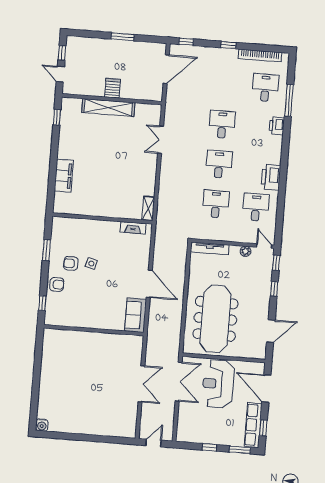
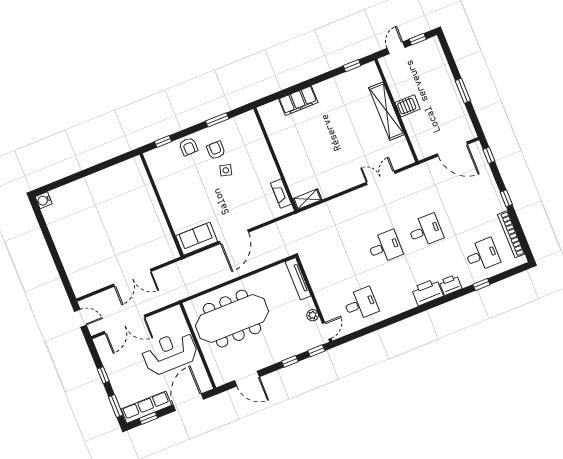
window: (289, 100) -> (481, 284), width x0.46
printer: (271, 177) -> (427, 292), moved
desk: (216, 204) -> (344, 263), removed
double door: (179, 382) -> (125, 324), moved

